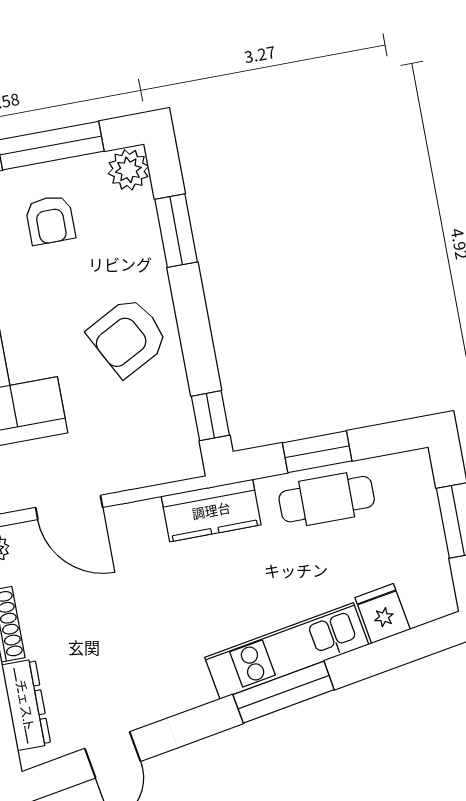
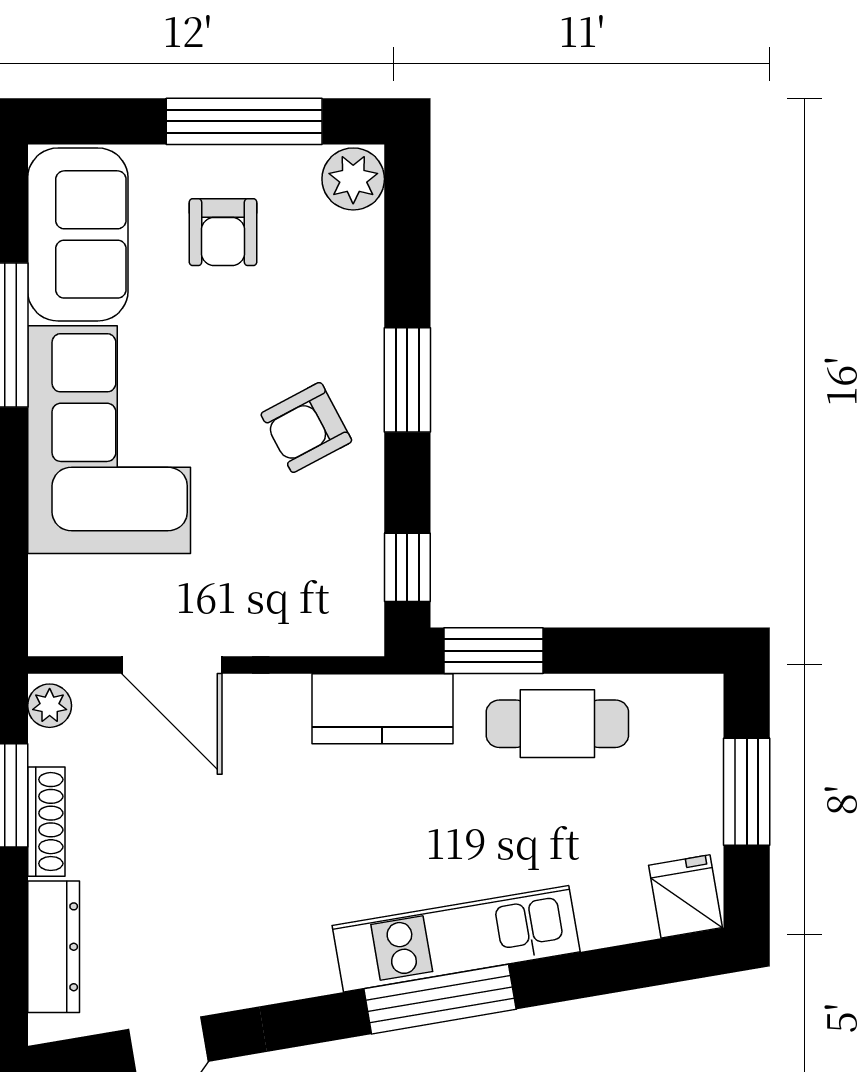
window: (176, 231) -> (407, 380), moved
armchair: (128, 337) -> (306, 427), width x0.72, depth x0.72
window: (317, 452) -> (493, 651), moved
fridge: (383, 614) -> (686, 896), moved

